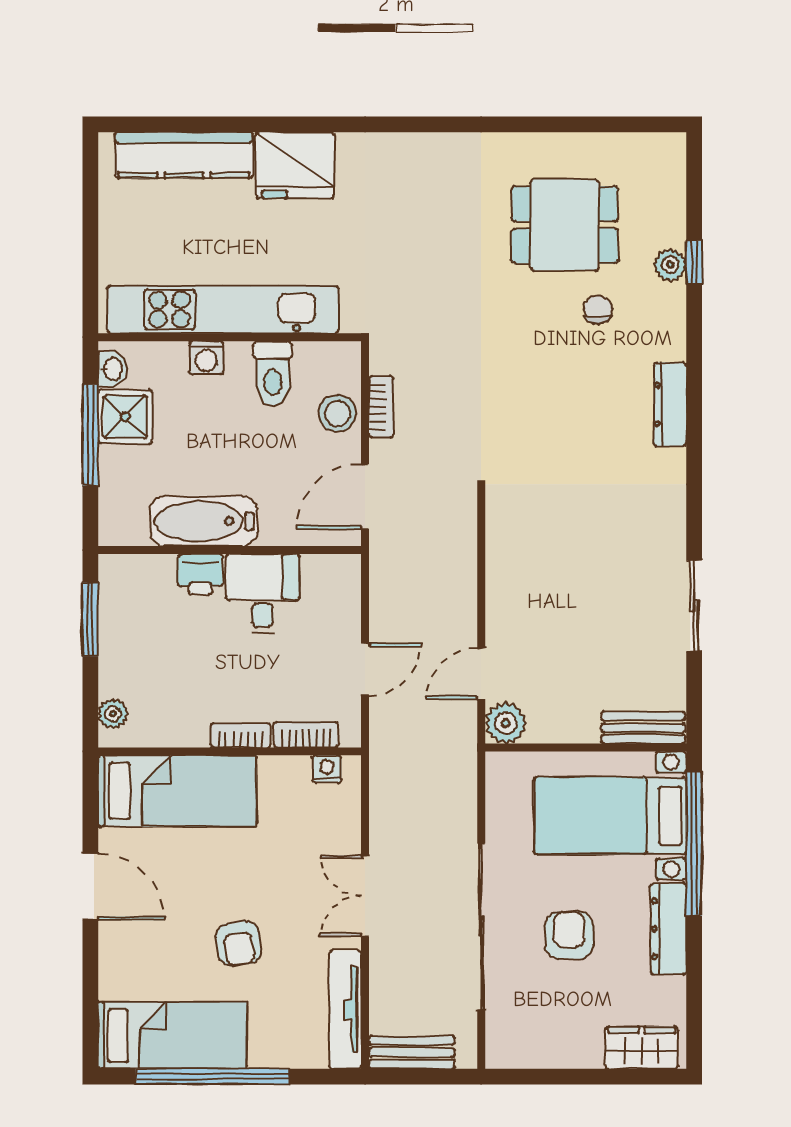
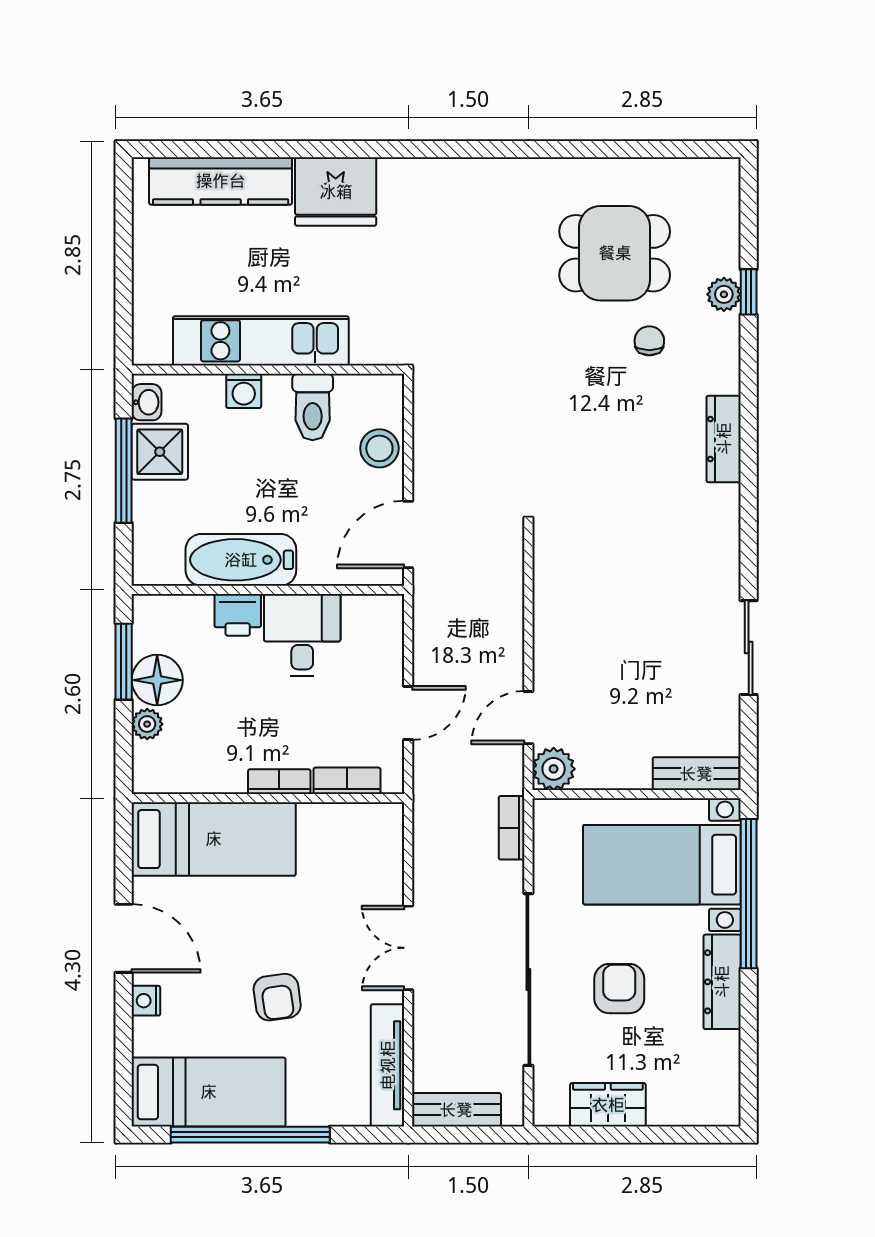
kitchen unit: (223, 309) -> (261, 341), width x0.73
bookcase: (381, 407) -> (512, 828), moved, turned 180
floor lamp: (123, 637) -> (157, 680), added
plant: (113, 714) -> (147, 724), moved
nightstand: (327, 769) -> (146, 1001), moved, turned -90
wardrobe: (642, 1048) -> (608, 1105), moved

